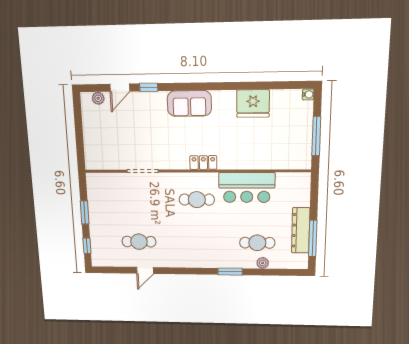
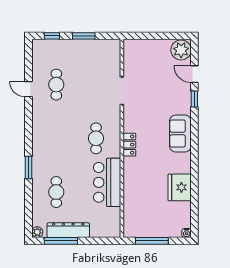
plant: (98, 98) -> (181, 50), width x1.88, depth x1.88
plant: (263, 263) -> (37, 232), moved

